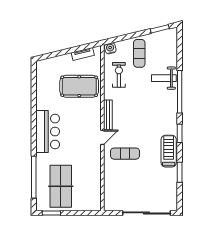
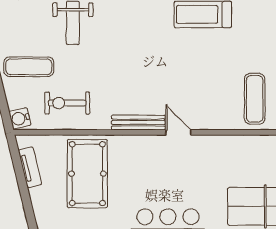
exercise mat: (125, 154) -> (255, 99), moved

